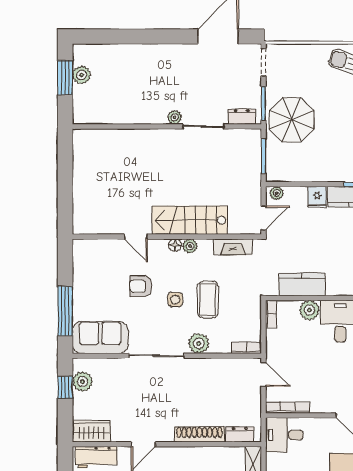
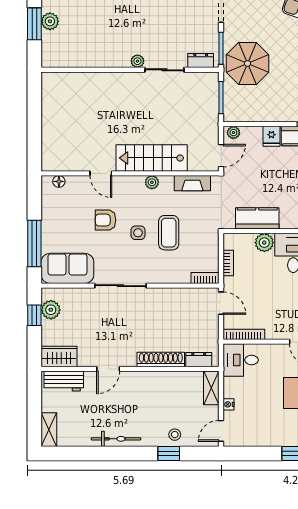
floor lamp: (175, 245) -> (59, 181), moved
bookcase: (271, 314) -> (228, 263), moved
plant: (199, 343) -> (160, 274), removed

